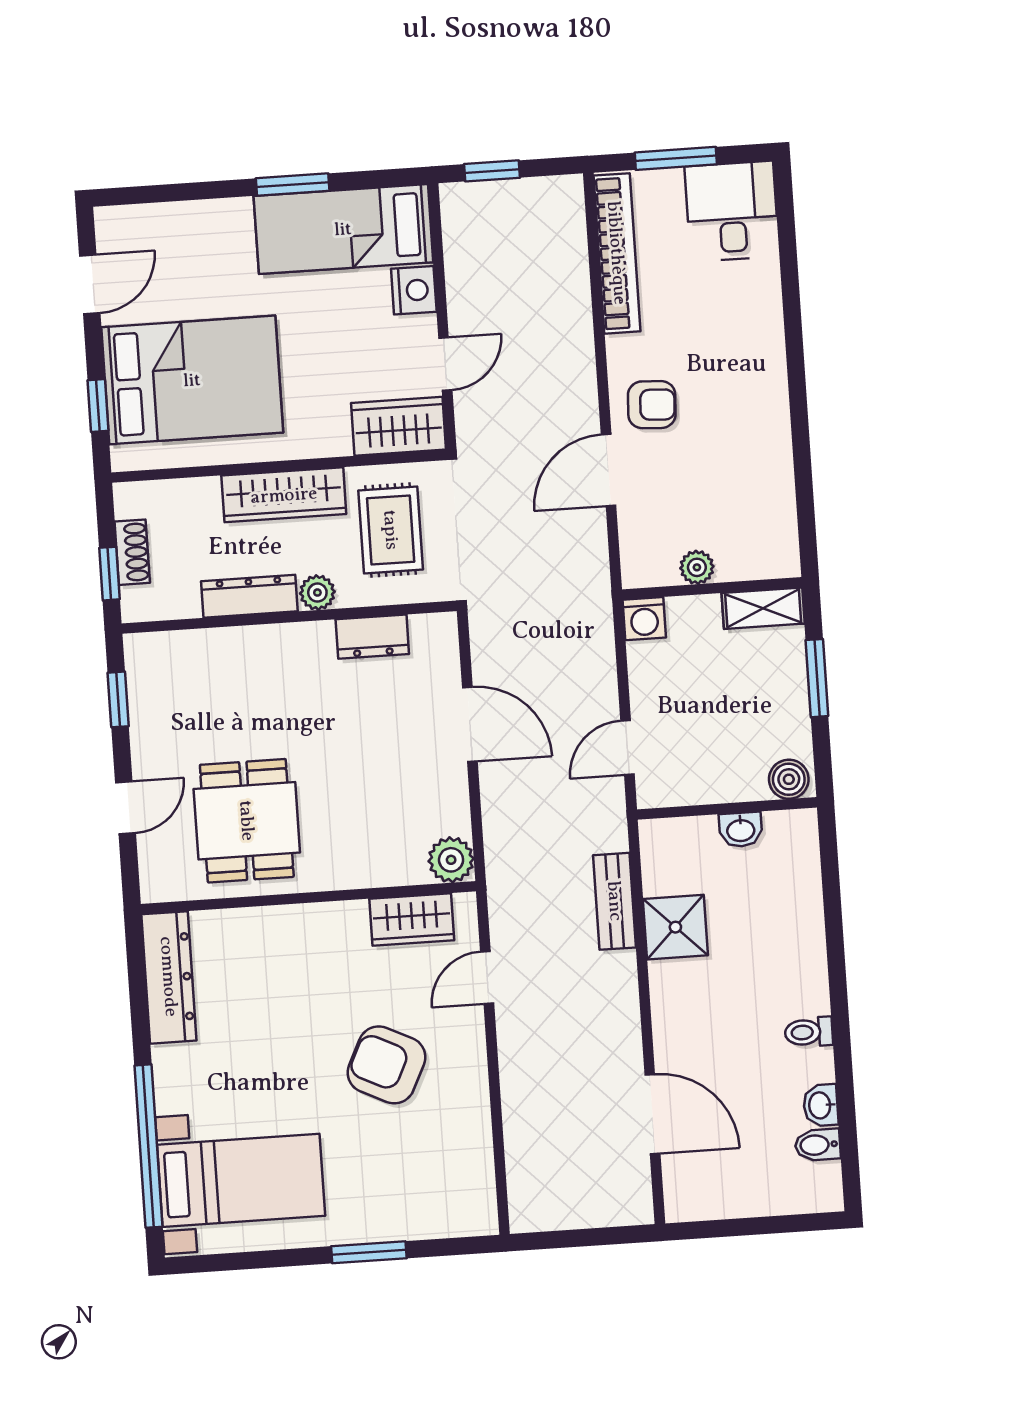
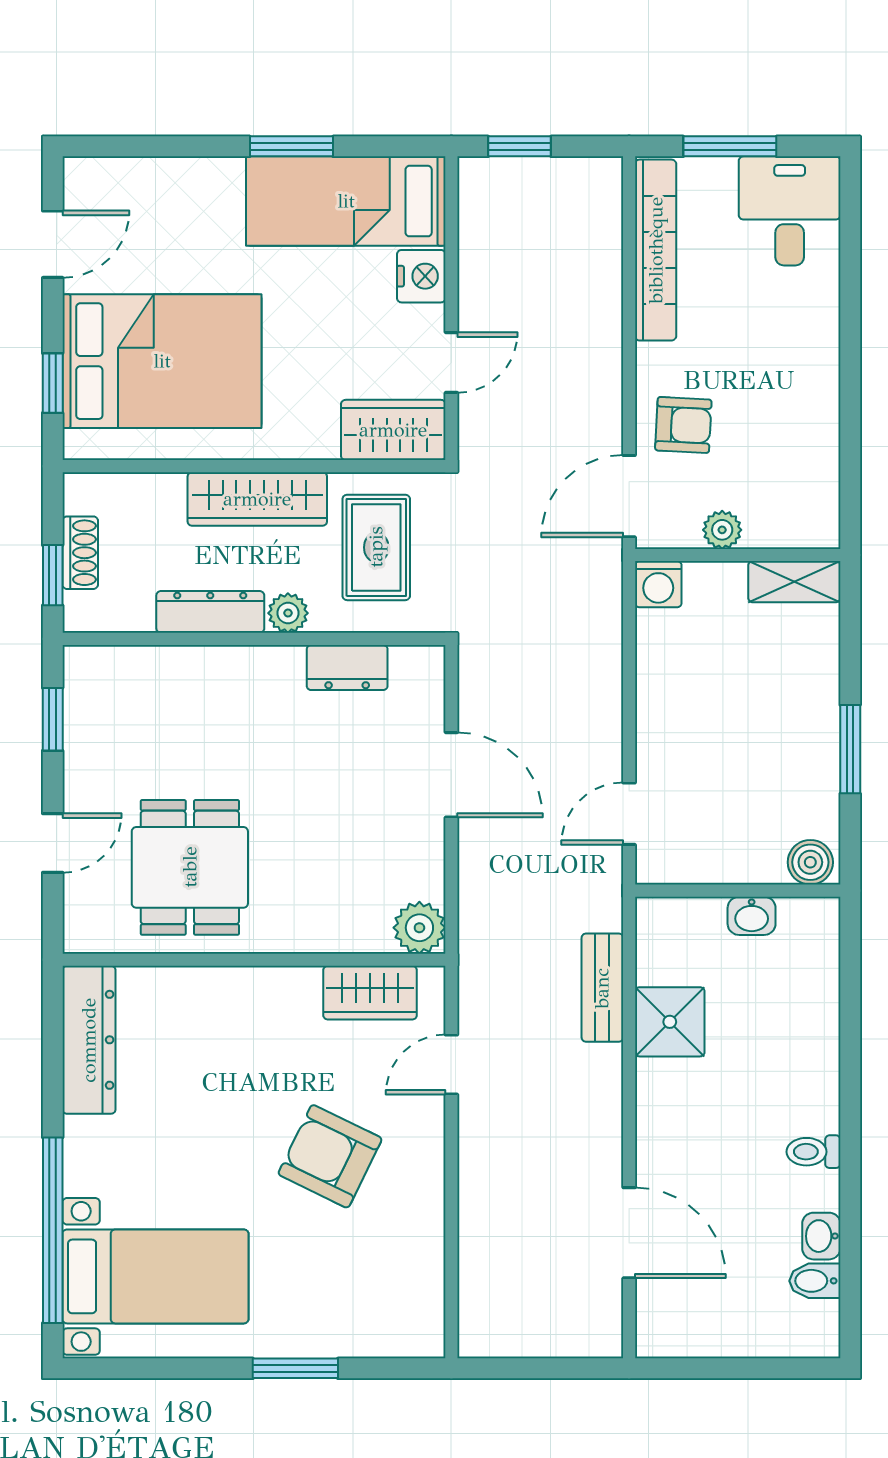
plant: (697, 567) -> (722, 530), moved
wall: (712, 588) -> (738, 555), moved
shelving: (763, 608) -> (794, 582), moved
washing machine: (644, 619) -> (658, 584), moved

